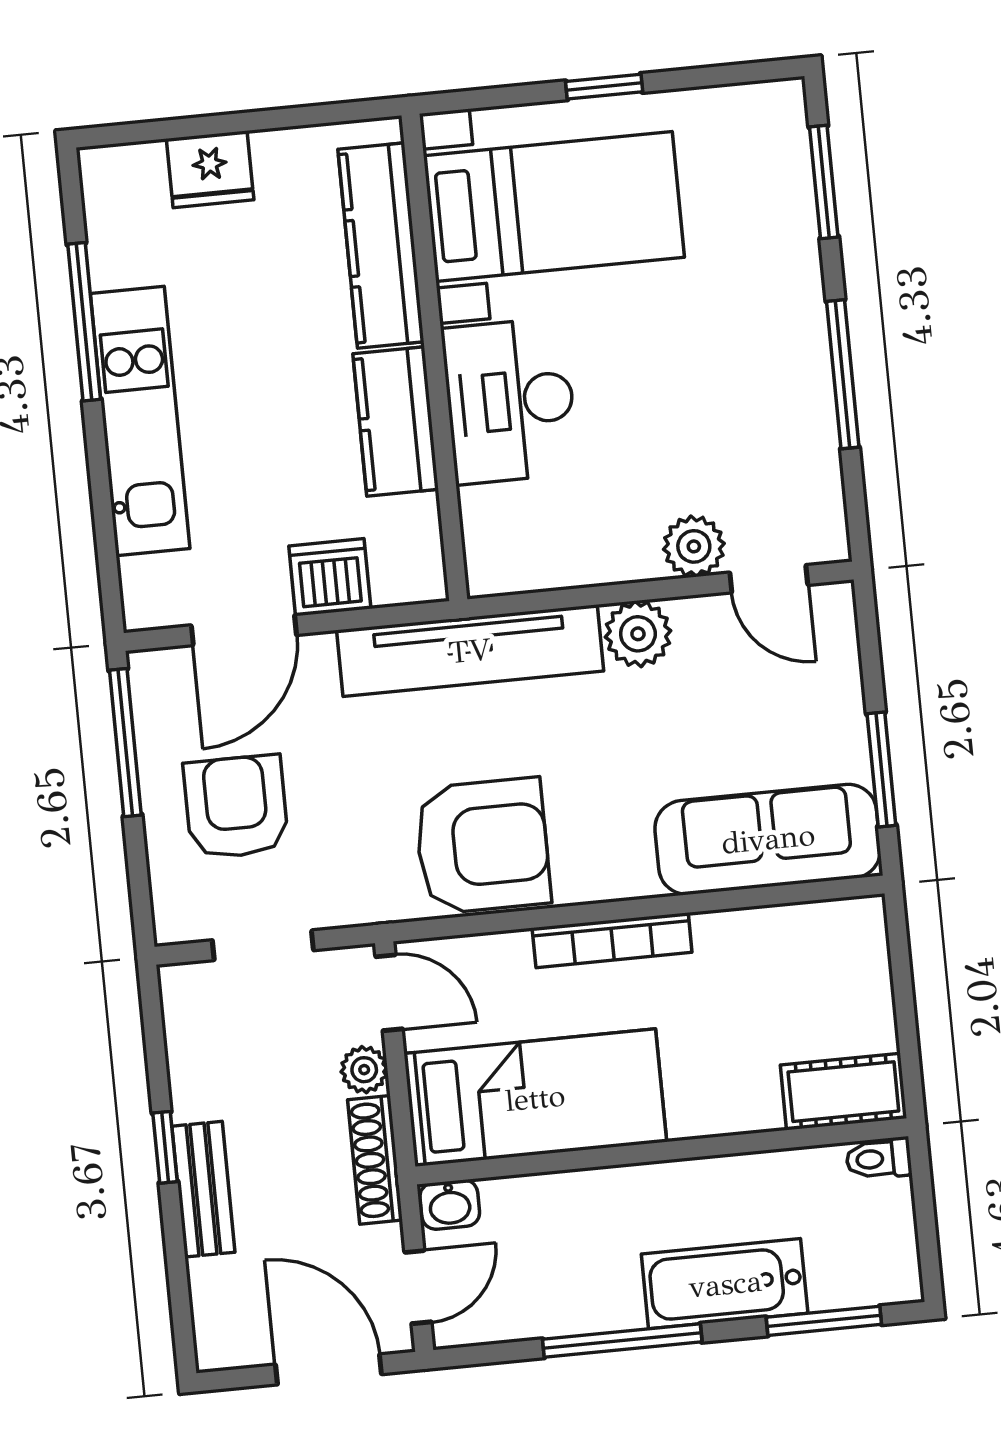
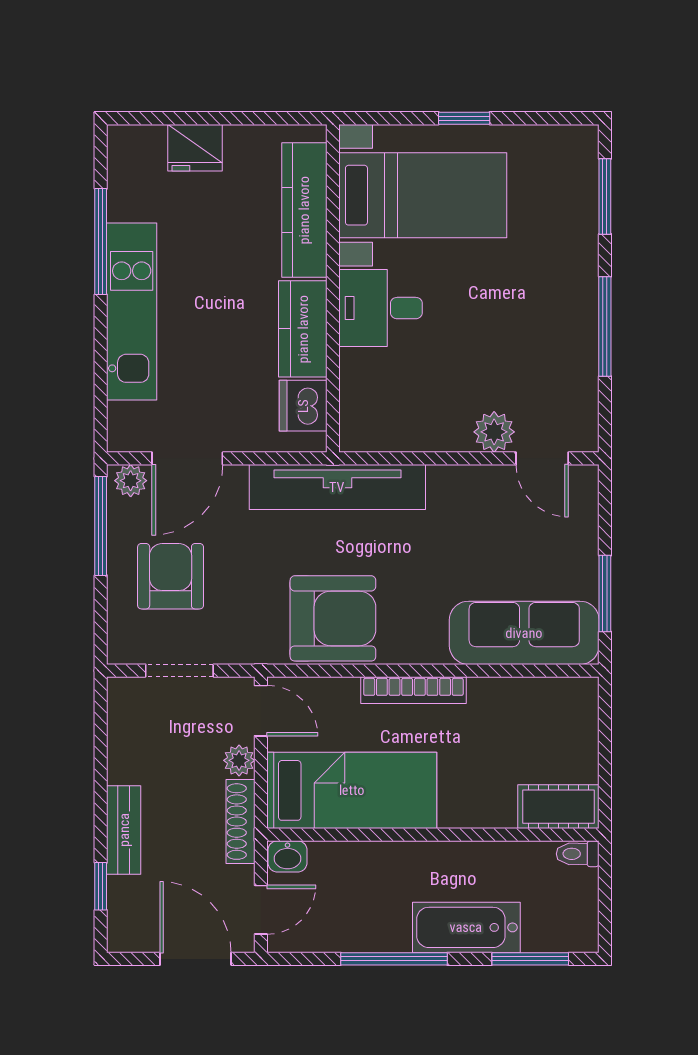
desk: (510, 401) -> (381, 308), width x0.73
dishwasher: (330, 577) -> (303, 406), moved, turned -90
plant: (638, 634) -> (131, 481), moved, width x0.73, depth x0.73
window: (165, 1147) -> (101, 886), moved

